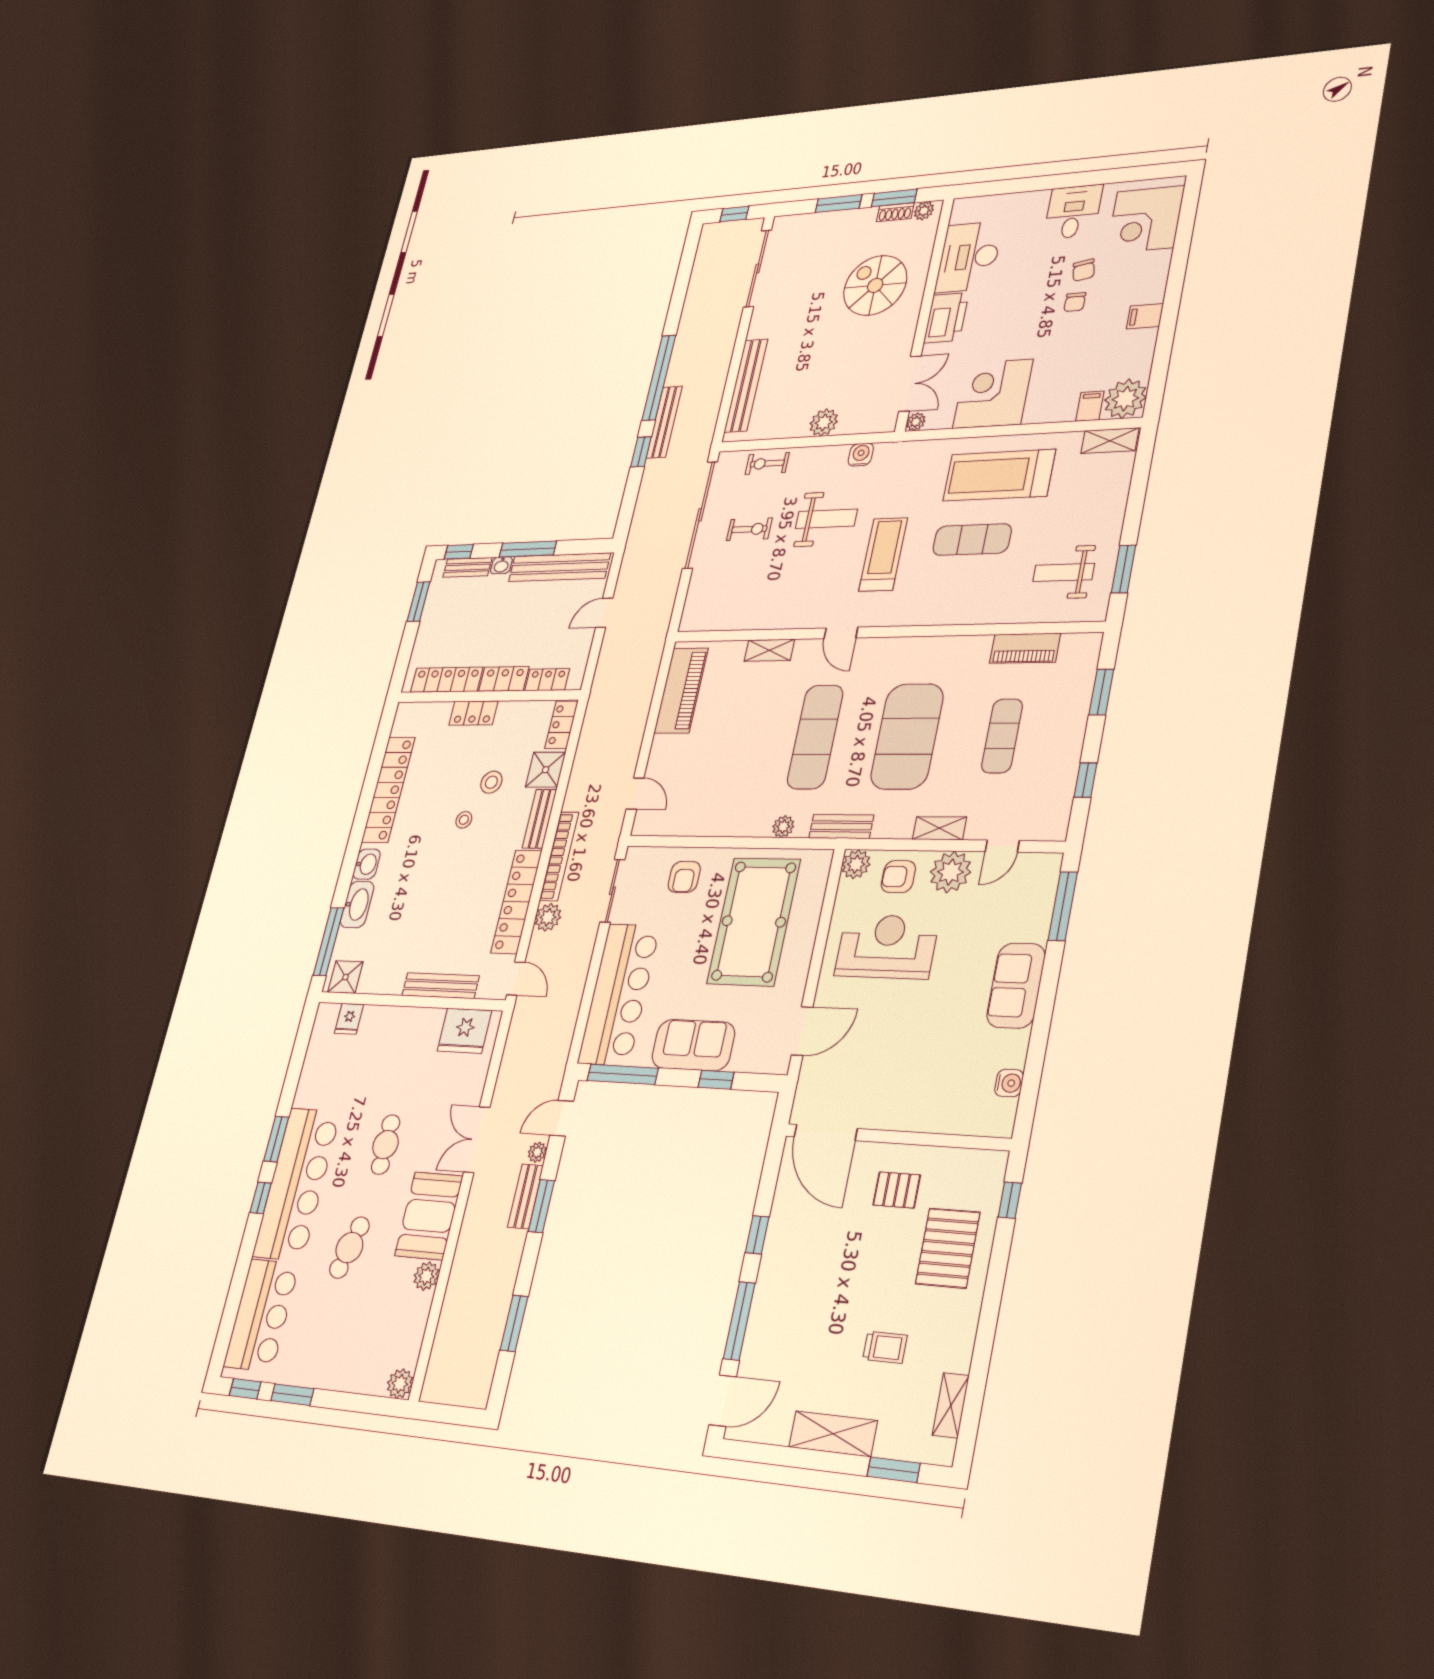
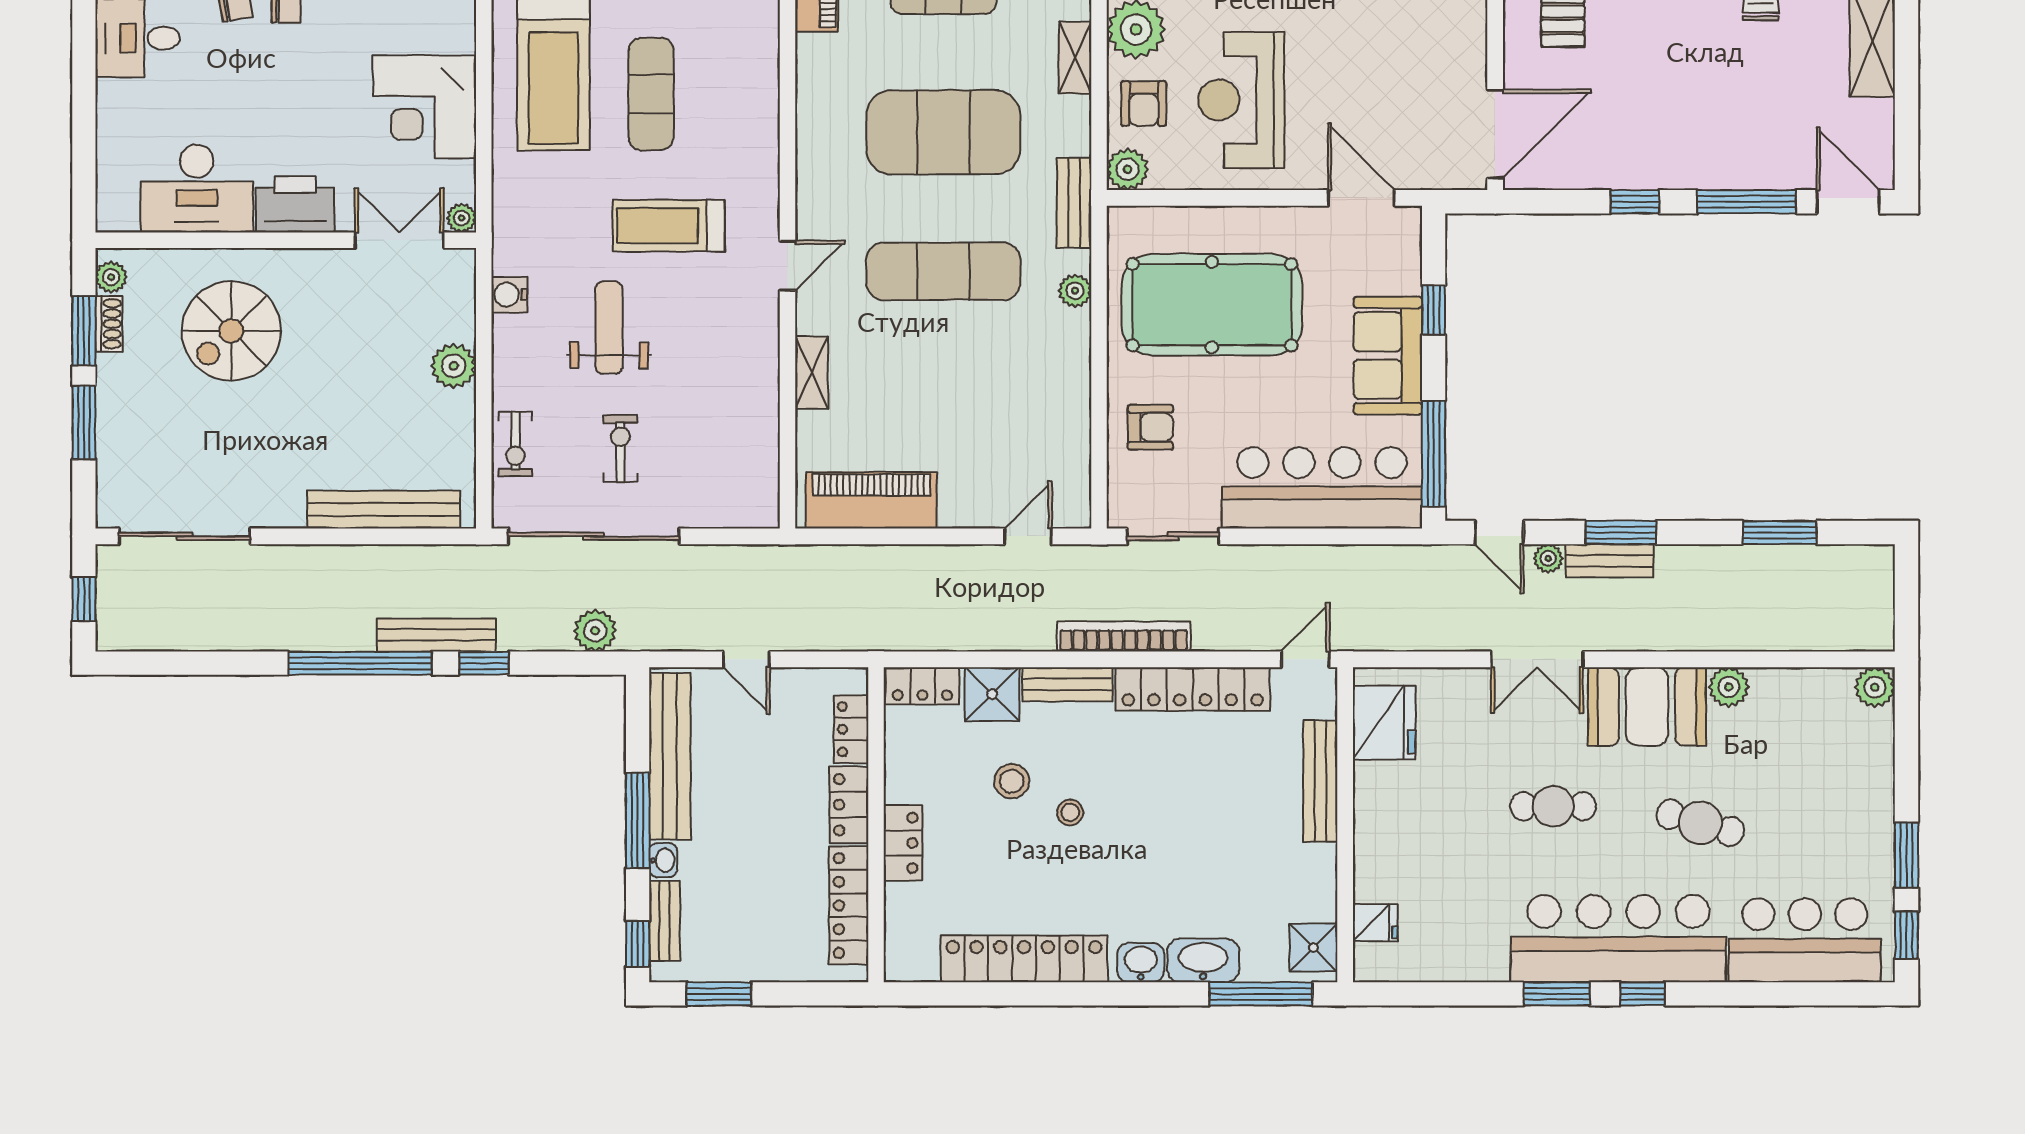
plant: (548, 917) -> (595, 631), moved

